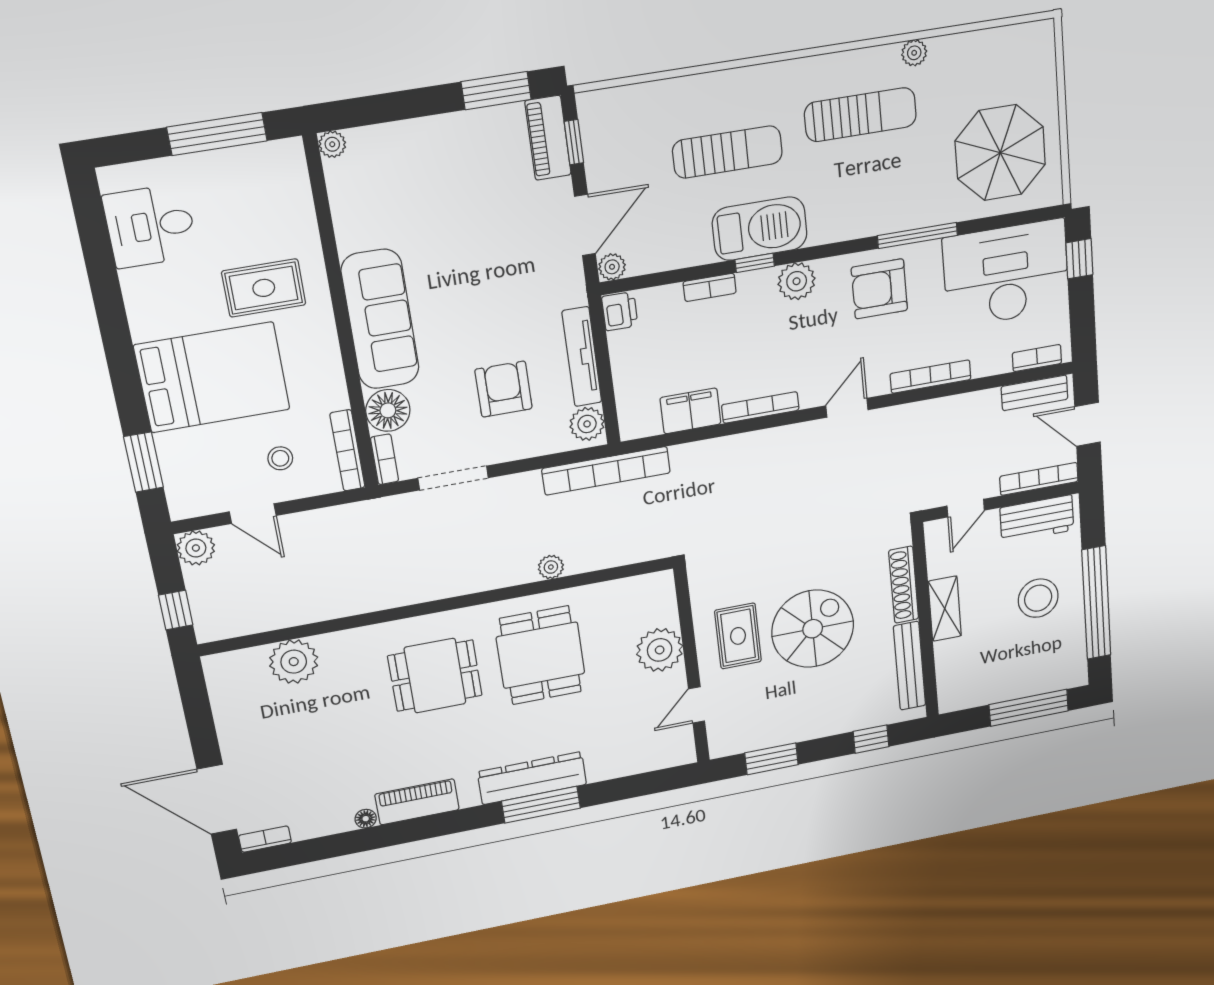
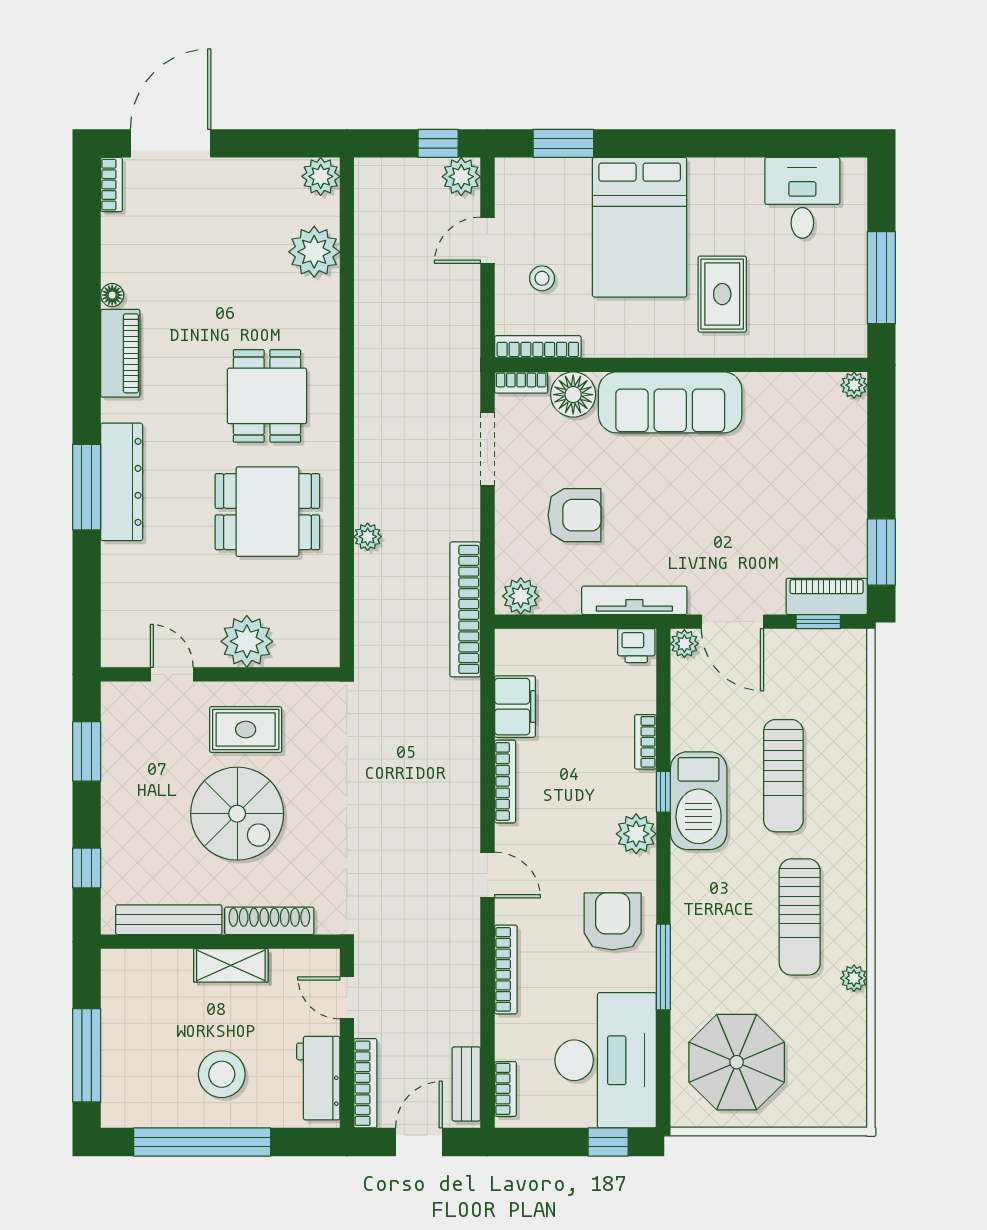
tv unit: (582, 357) -> (634, 600), moved
window: (176, 610) -> (438, 143), moved
plant: (221, 669) -> (321, 176), added

